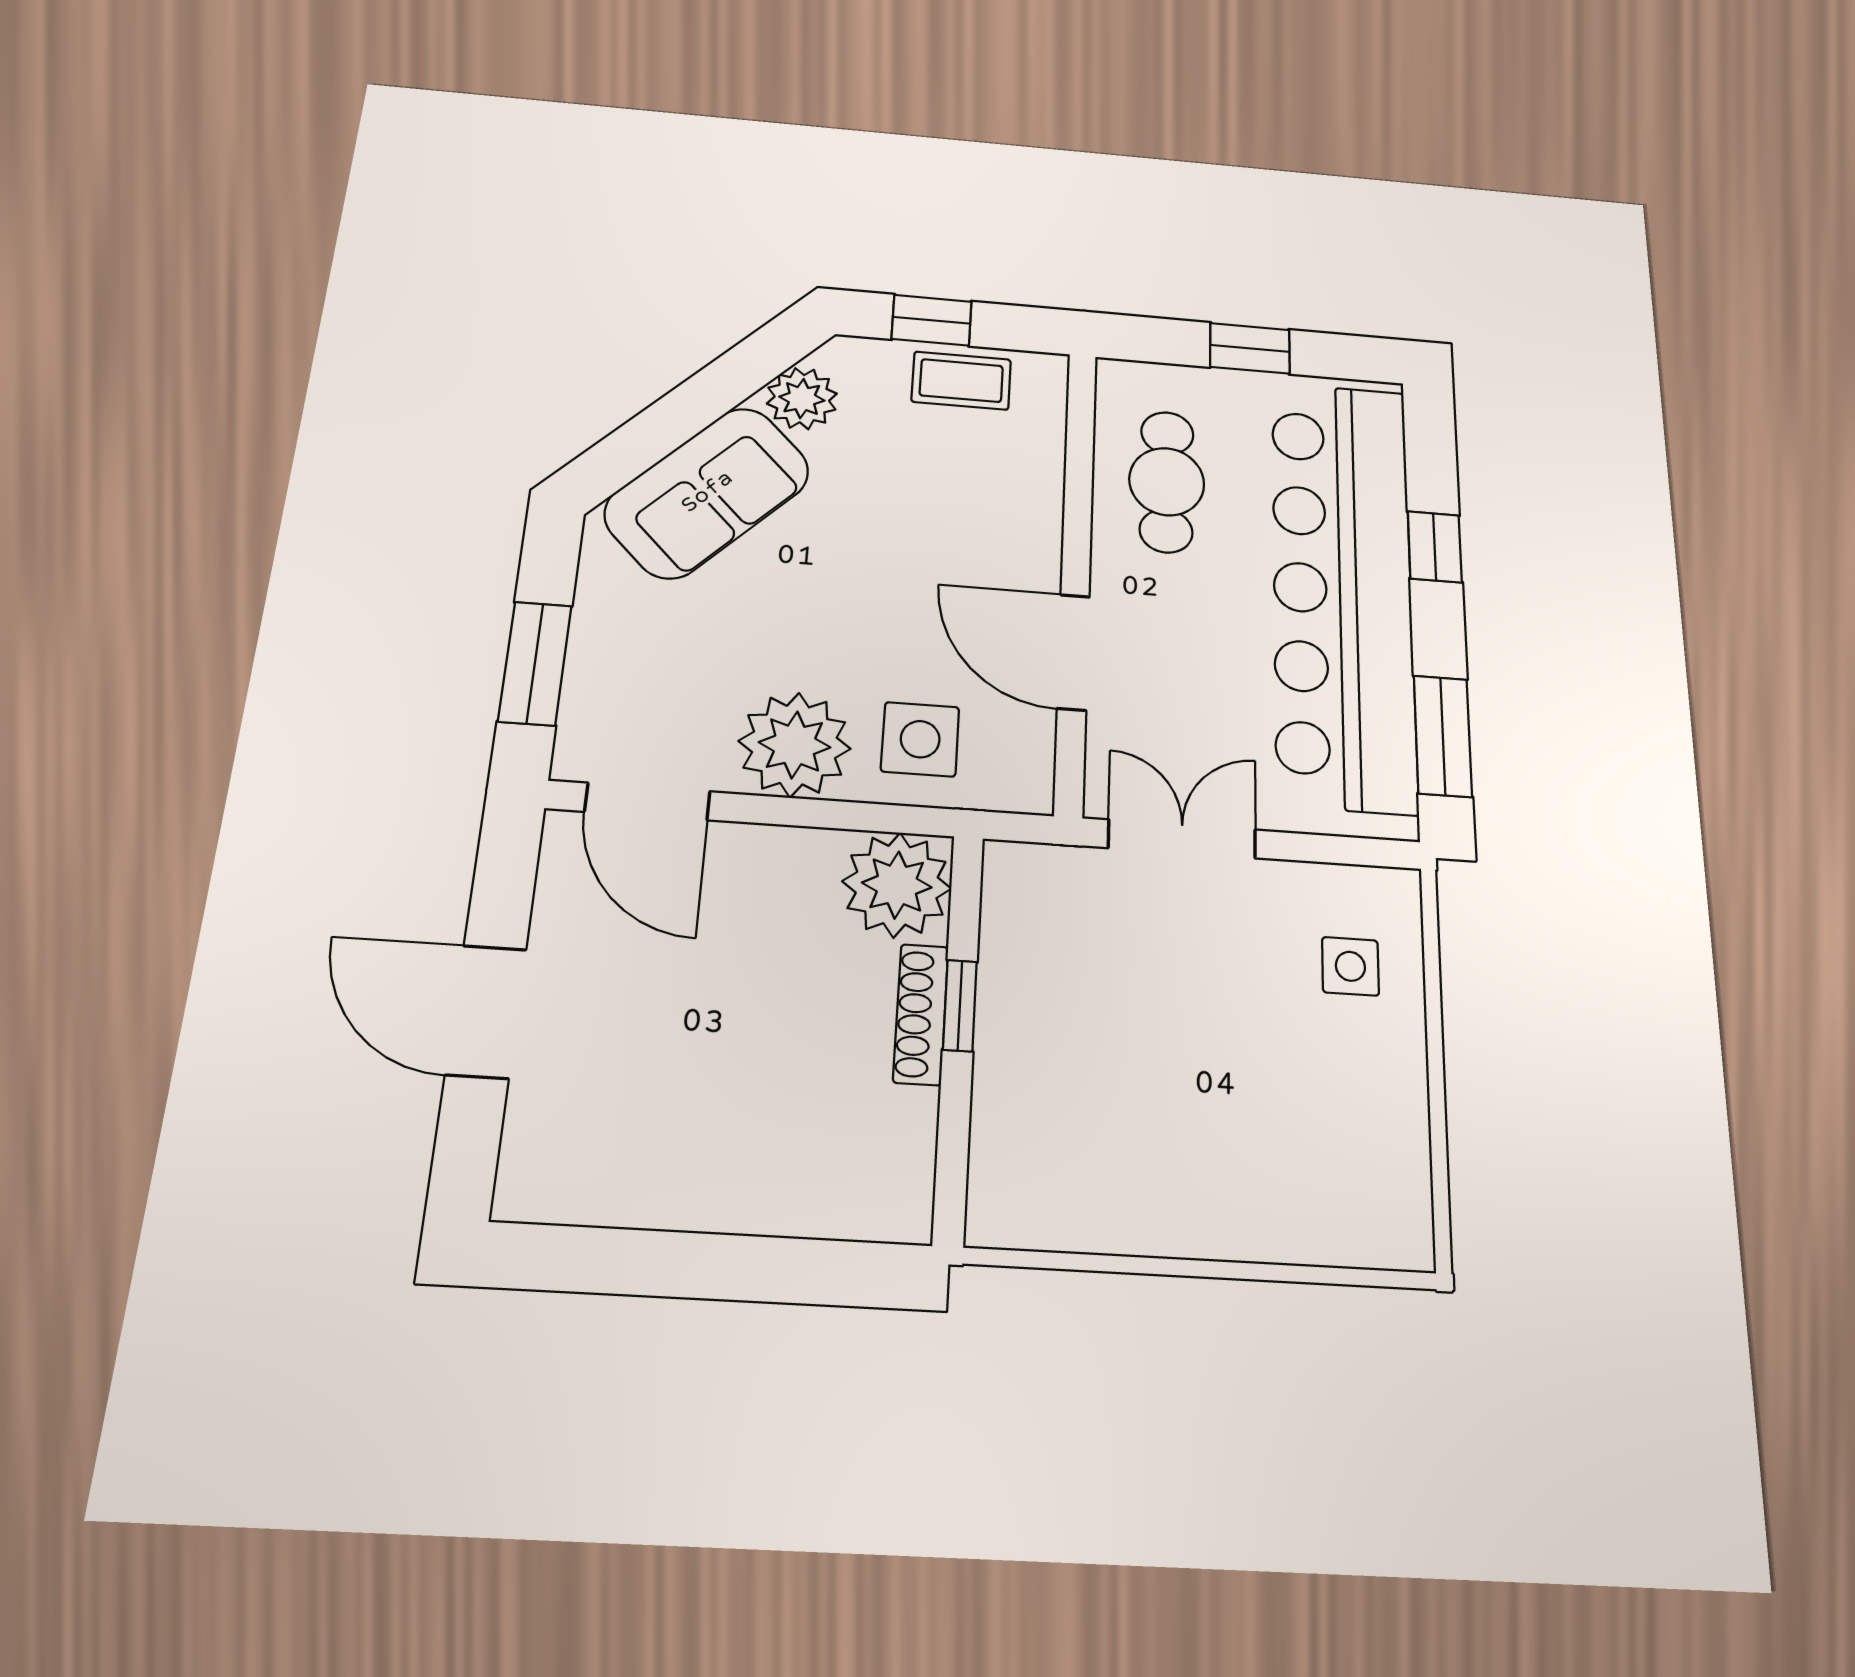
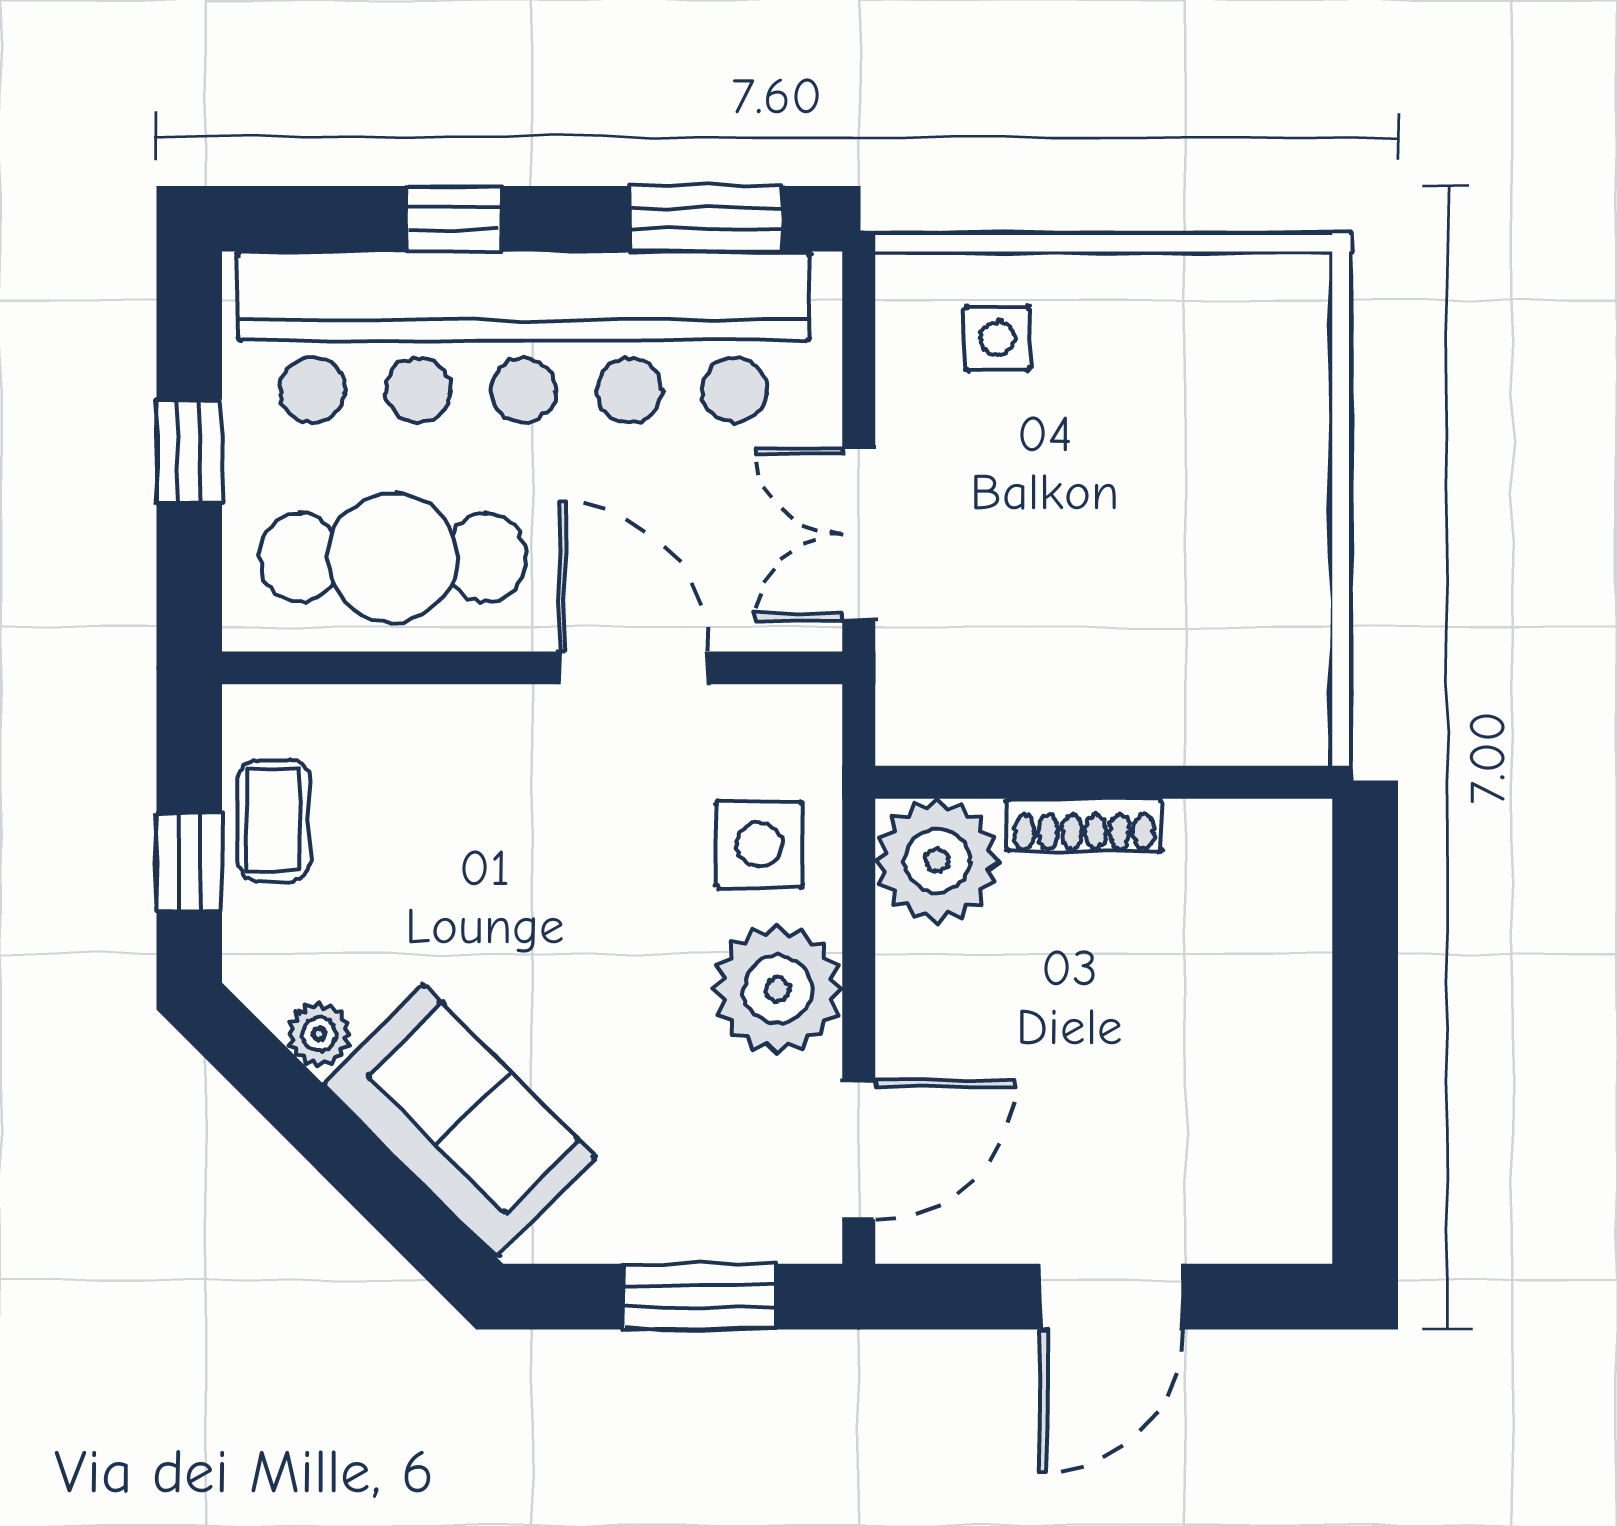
plant: (802, 399) -> (319, 1034), width x0.73, depth x0.73
cafe table: (1167, 482) -> (393, 558), width x1.37, depth x1.35
door: (1073, 652) -> (634, 668), swing flipped
window: (960, 1006) -> (1071, 782), removed

